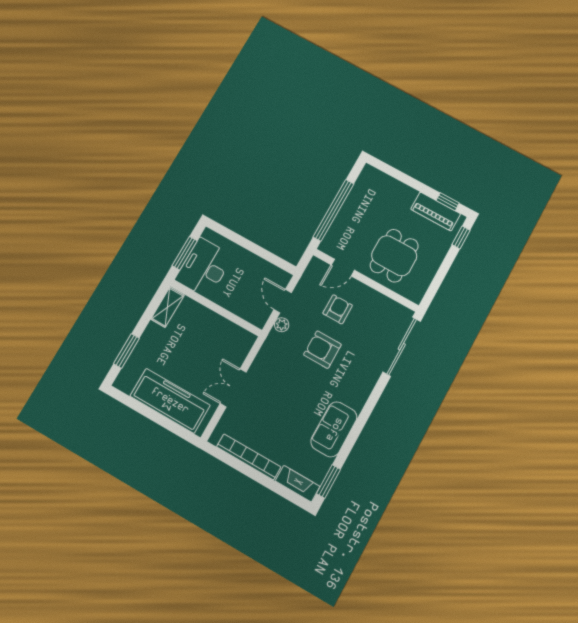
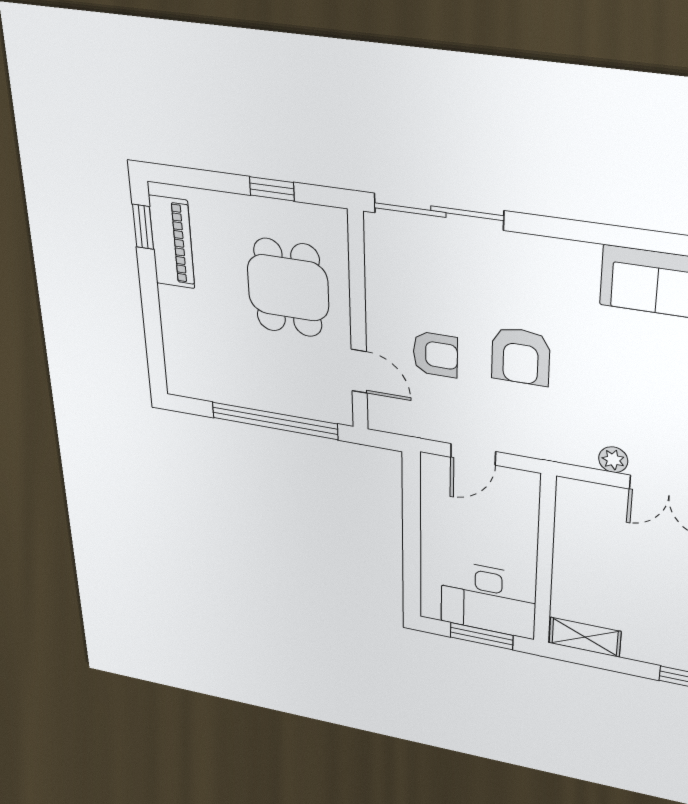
window: (461, 237) -> (272, 189), moved
dining table: (394, 256) -> (288, 288), turned 90
armchair: (338, 309) -> (435, 355), turned 180
plant: (282, 325) -> (613, 460), moved

